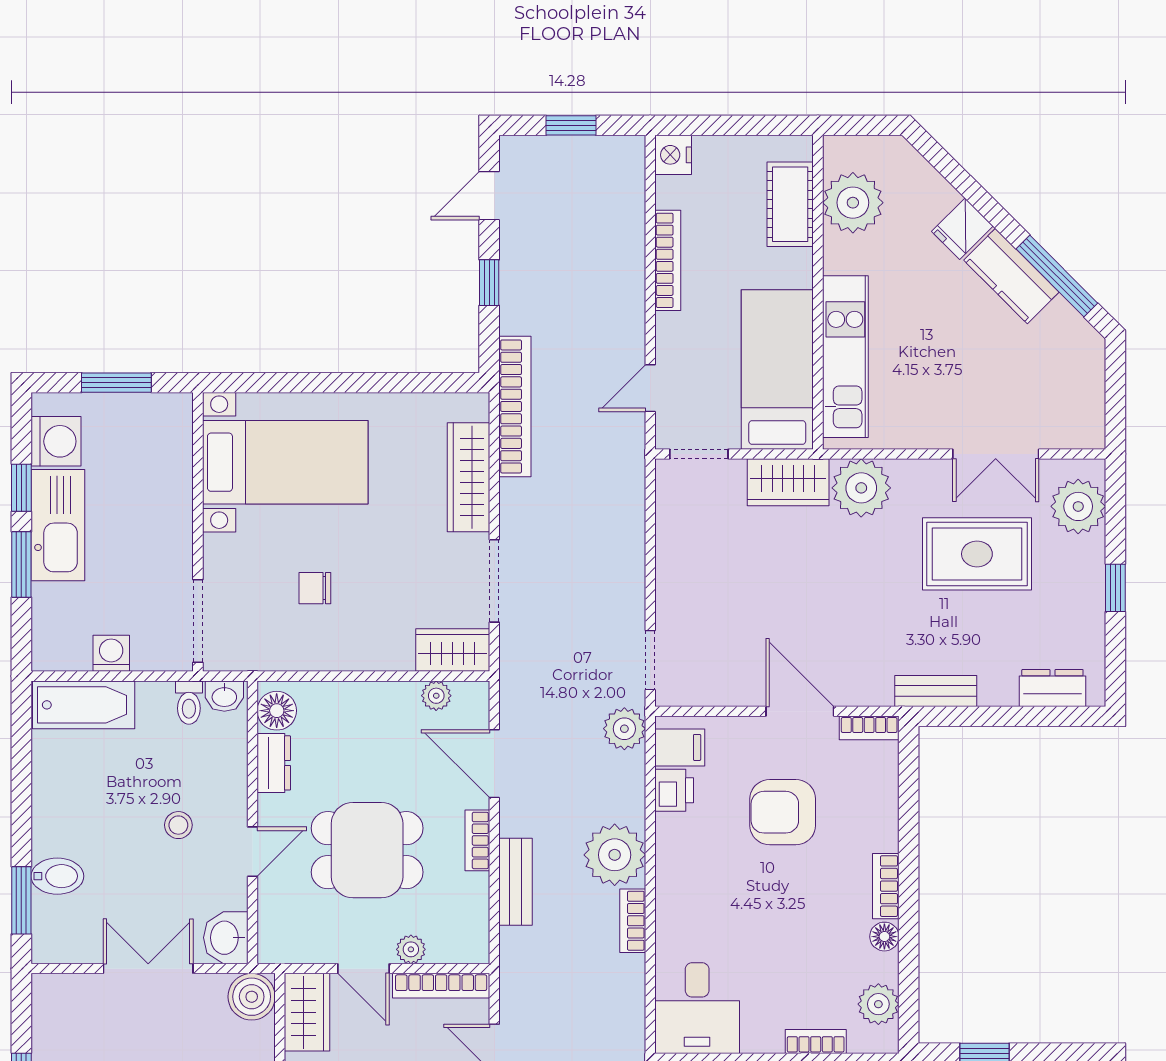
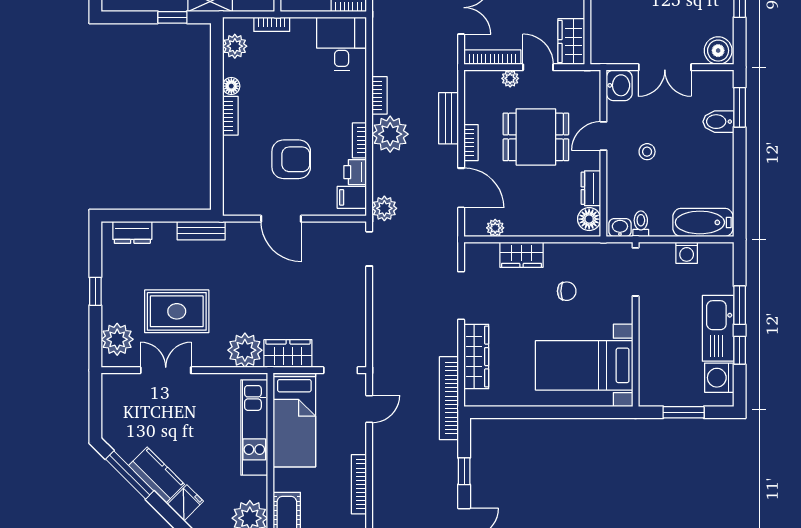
wardrobe: (453, 650) -> (522, 255), moved
bookcase: (869, 728) -> (359, 140), moved, turned -90
boiler: (252, 997) -> (718, 51), moved

